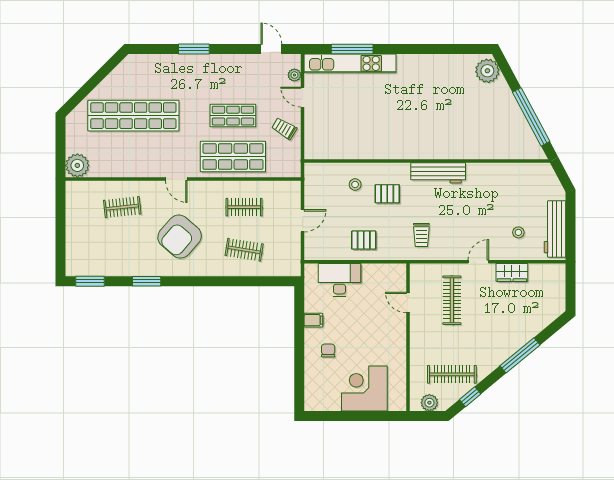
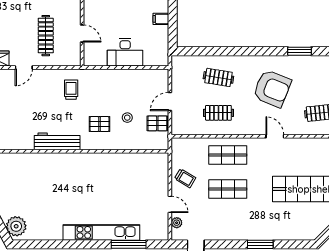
kitchen unit: (350, 63) -> (101, 232), moved
shop shelf: (233, 156) -> (228, 155), width x0.70, depth x0.74
stool: (355, 184) -> (127, 118), moved
armchair: (180, 237) -> (272, 88), turned 71
pallet: (364, 240) -> (157, 123), moved
desk: (339, 280) -> (125, 52), moved

